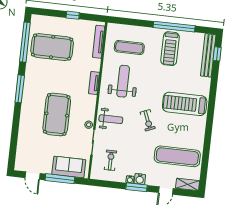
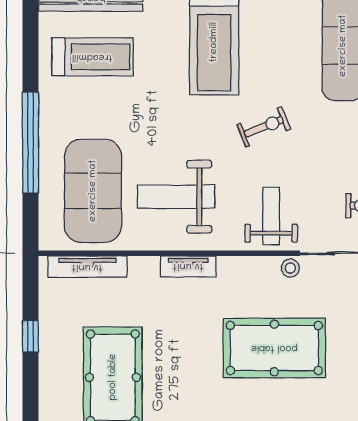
window: (174, 27) -> (30, 143), moved
exercise mat: (129, 47) -> (93, 191), width x2.00, depth x1.45
treadmill: (170, 49) -> (92, 57), moved

